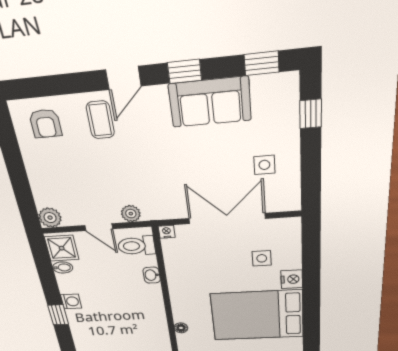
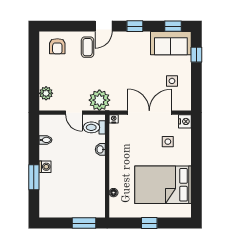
sofa: (210, 102) -> (171, 43), moved
plant: (131, 214) -> (99, 100), width x1.88, depth x1.88
plant: (50, 218) -> (46, 93), moved
shower: (62, 248) -> (48, 126), removed
nightstand: (292, 279) -> (185, 121), moved
window: (58, 315) -> (34, 177), width x1.50

